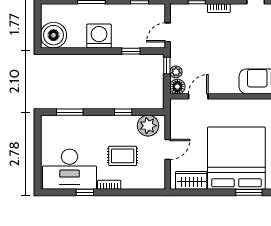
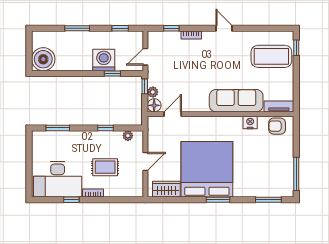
washing machine: (99, 36) -> (104, 60), moved
plant: (148, 126) -> (128, 136), width x0.53, depth x0.53

